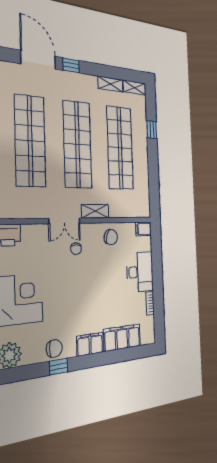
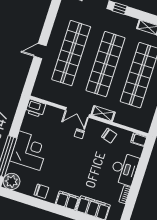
window: (58, 367) -> (40, 204), removed

